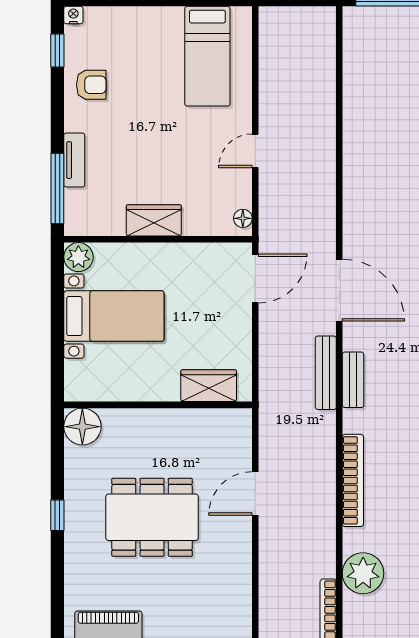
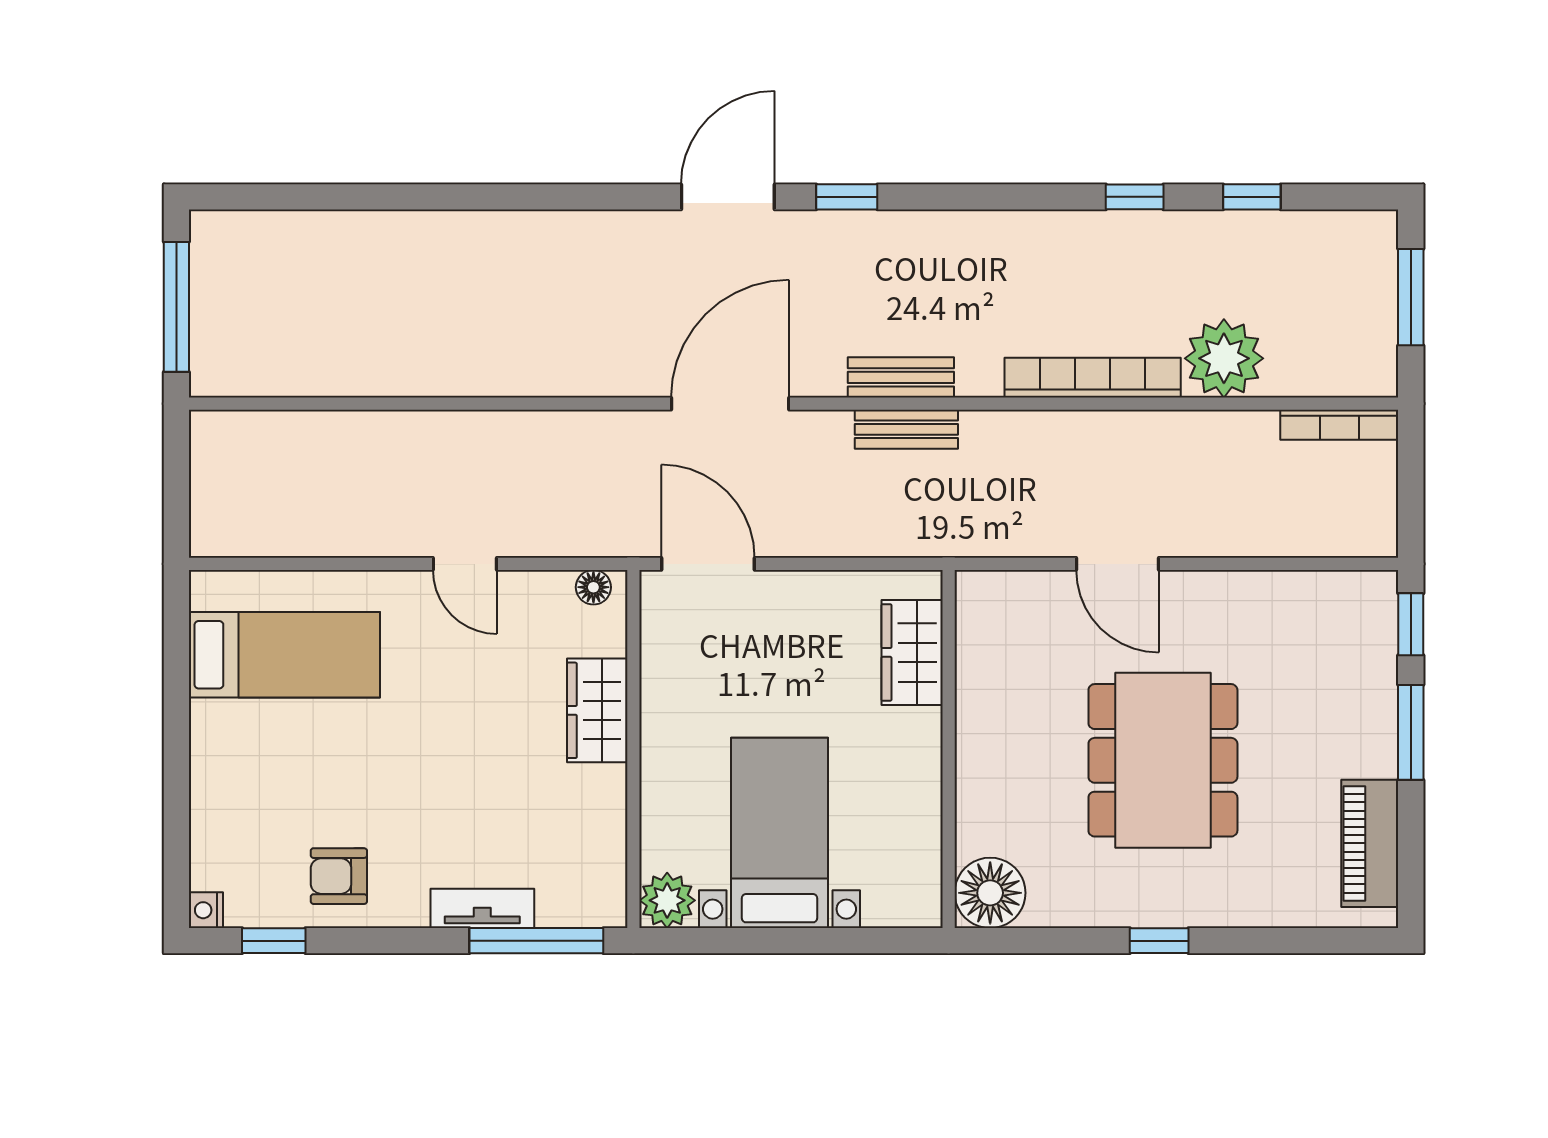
armchair: (91, 85) -> (339, 876), turned -90
wardrobe: (154, 220) -> (597, 710), moved
bench: (326, 373) -> (906, 429), width x0.73
plant: (363, 573) -> (1224, 358), moved

